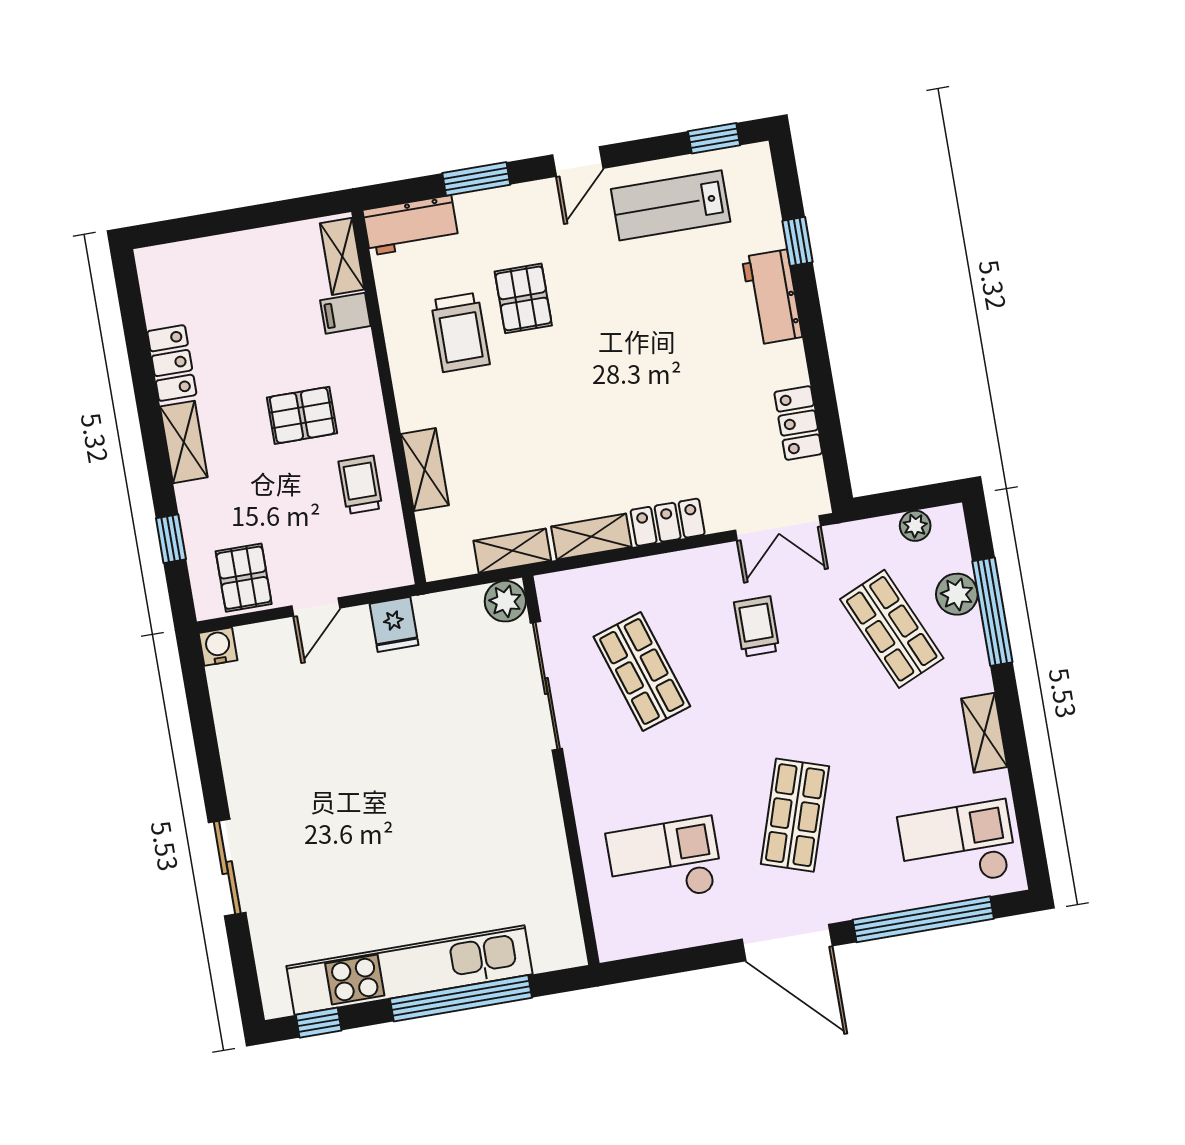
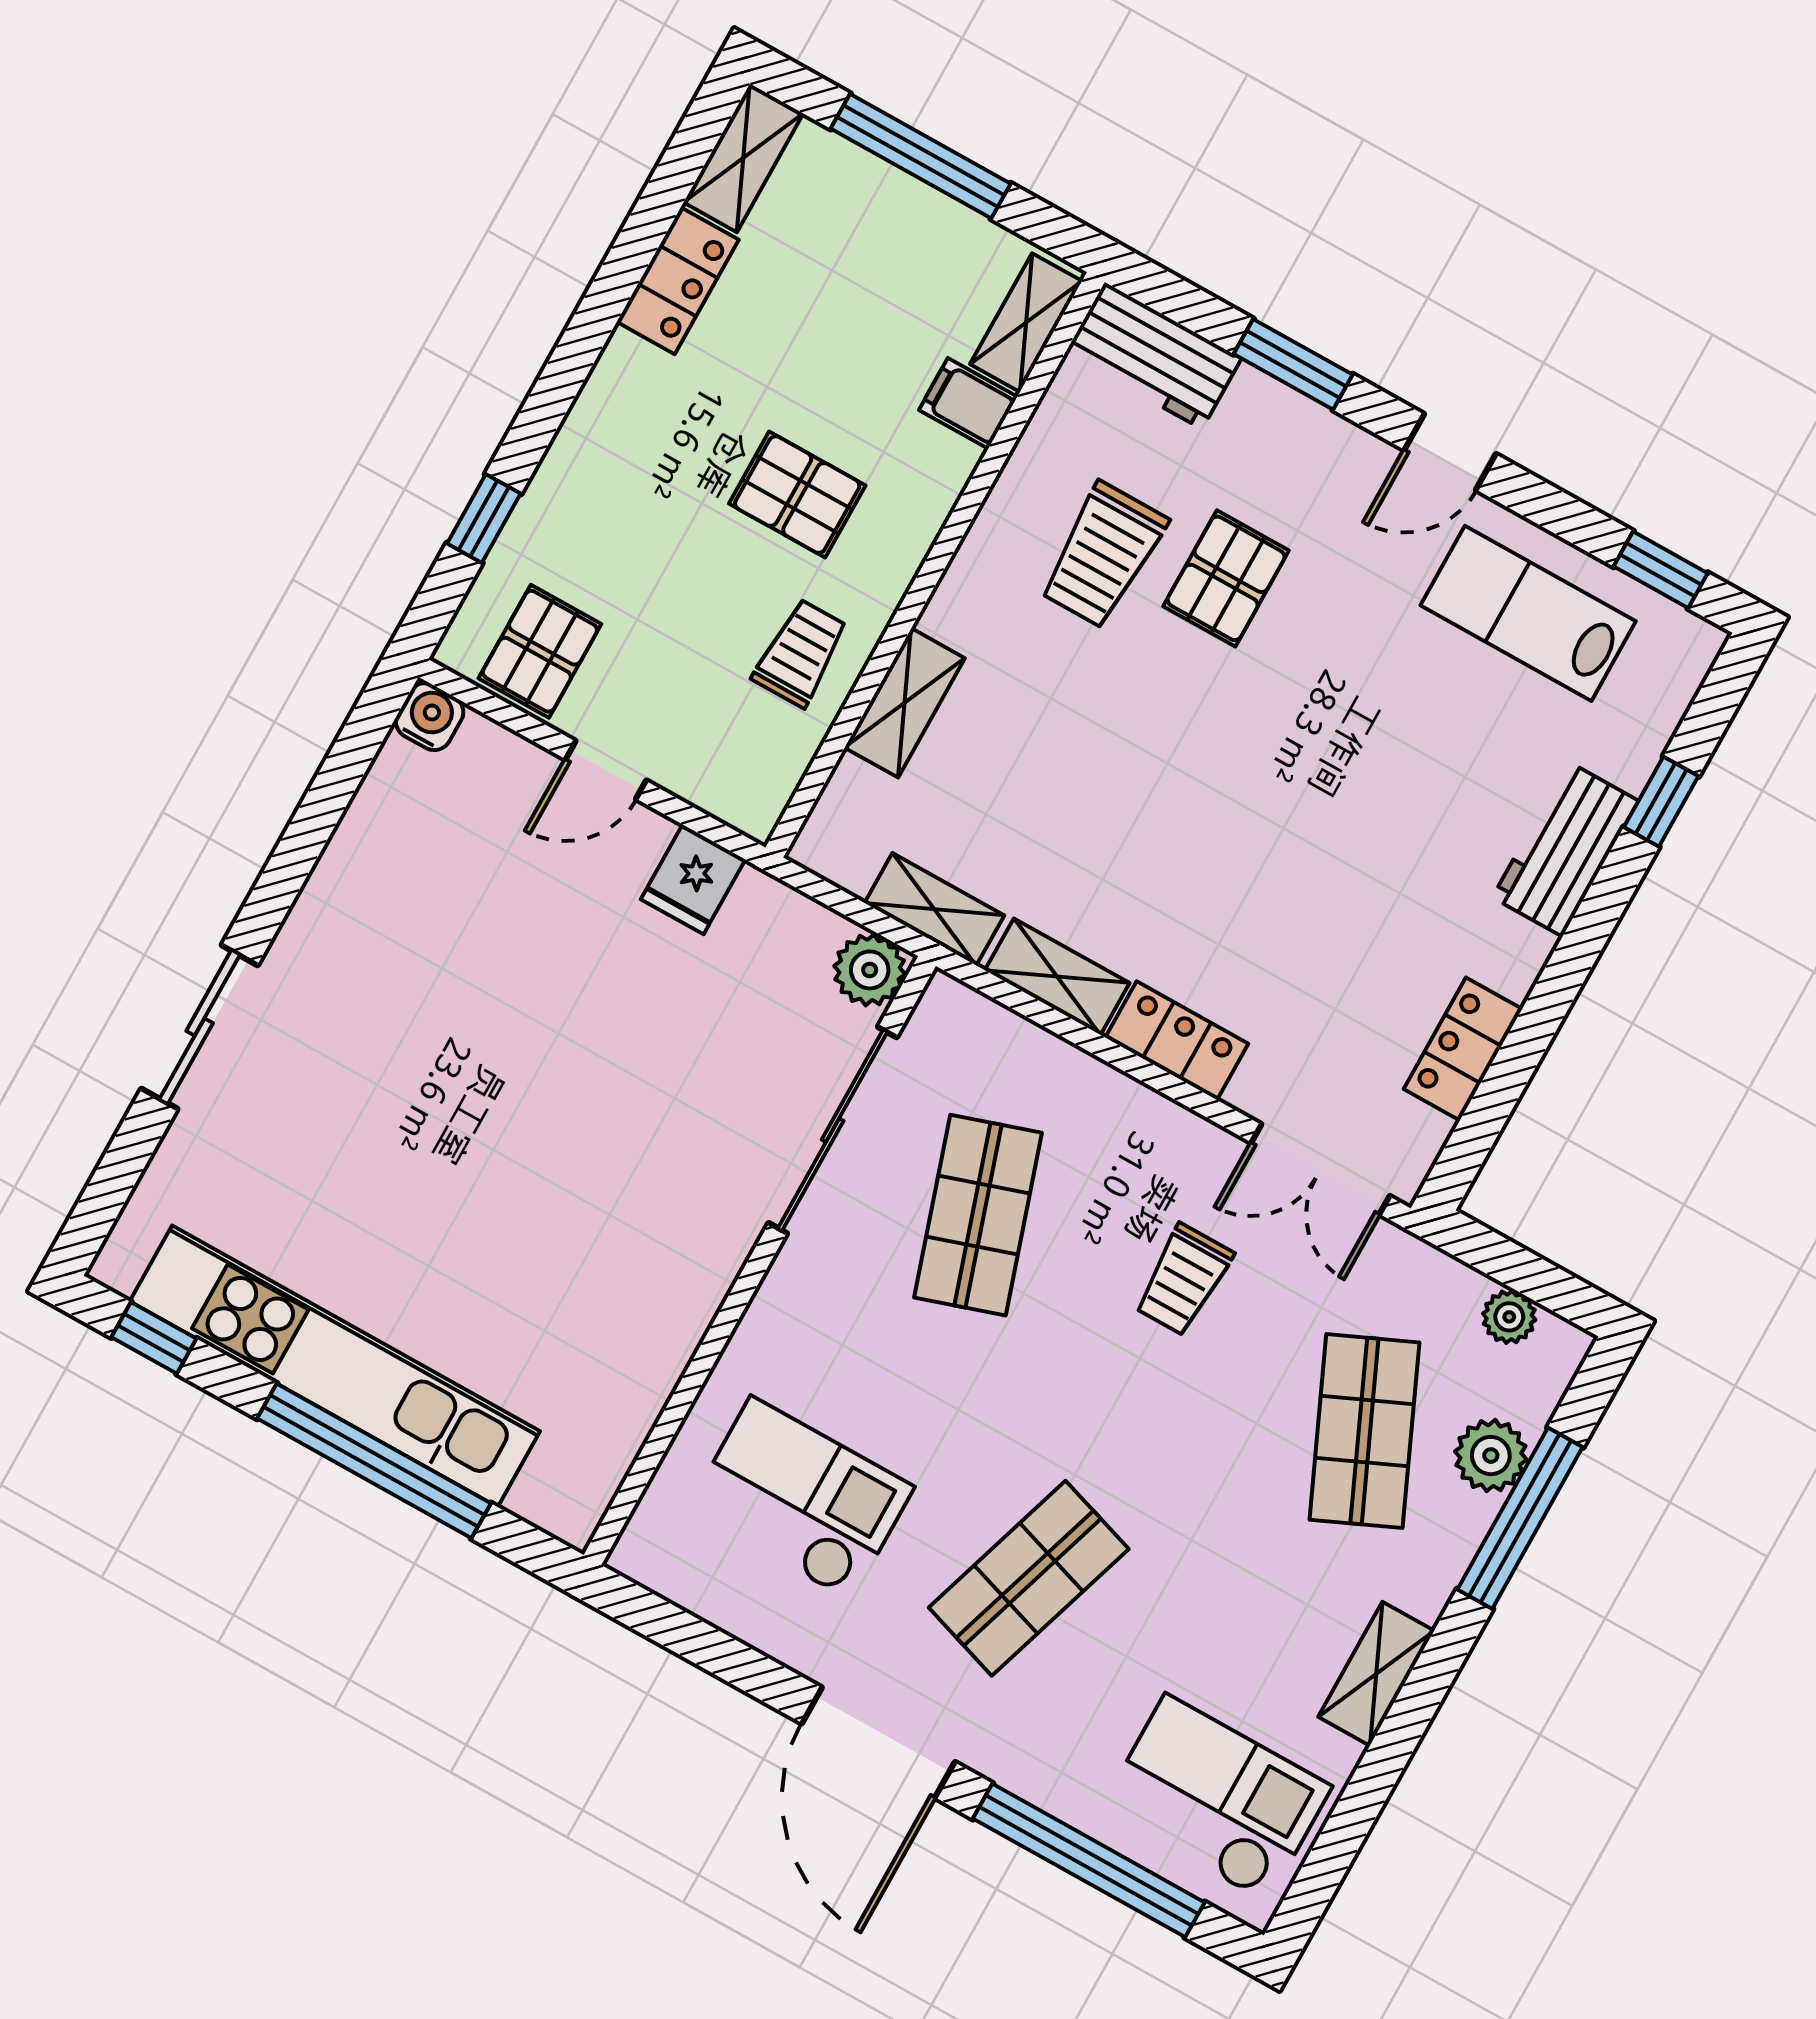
window: (235, 220) -> (921, 156), added
shelving: (184, 442) -> (743, 158), moved
trolley: (757, 626) -> (1184, 1280), turned 180

